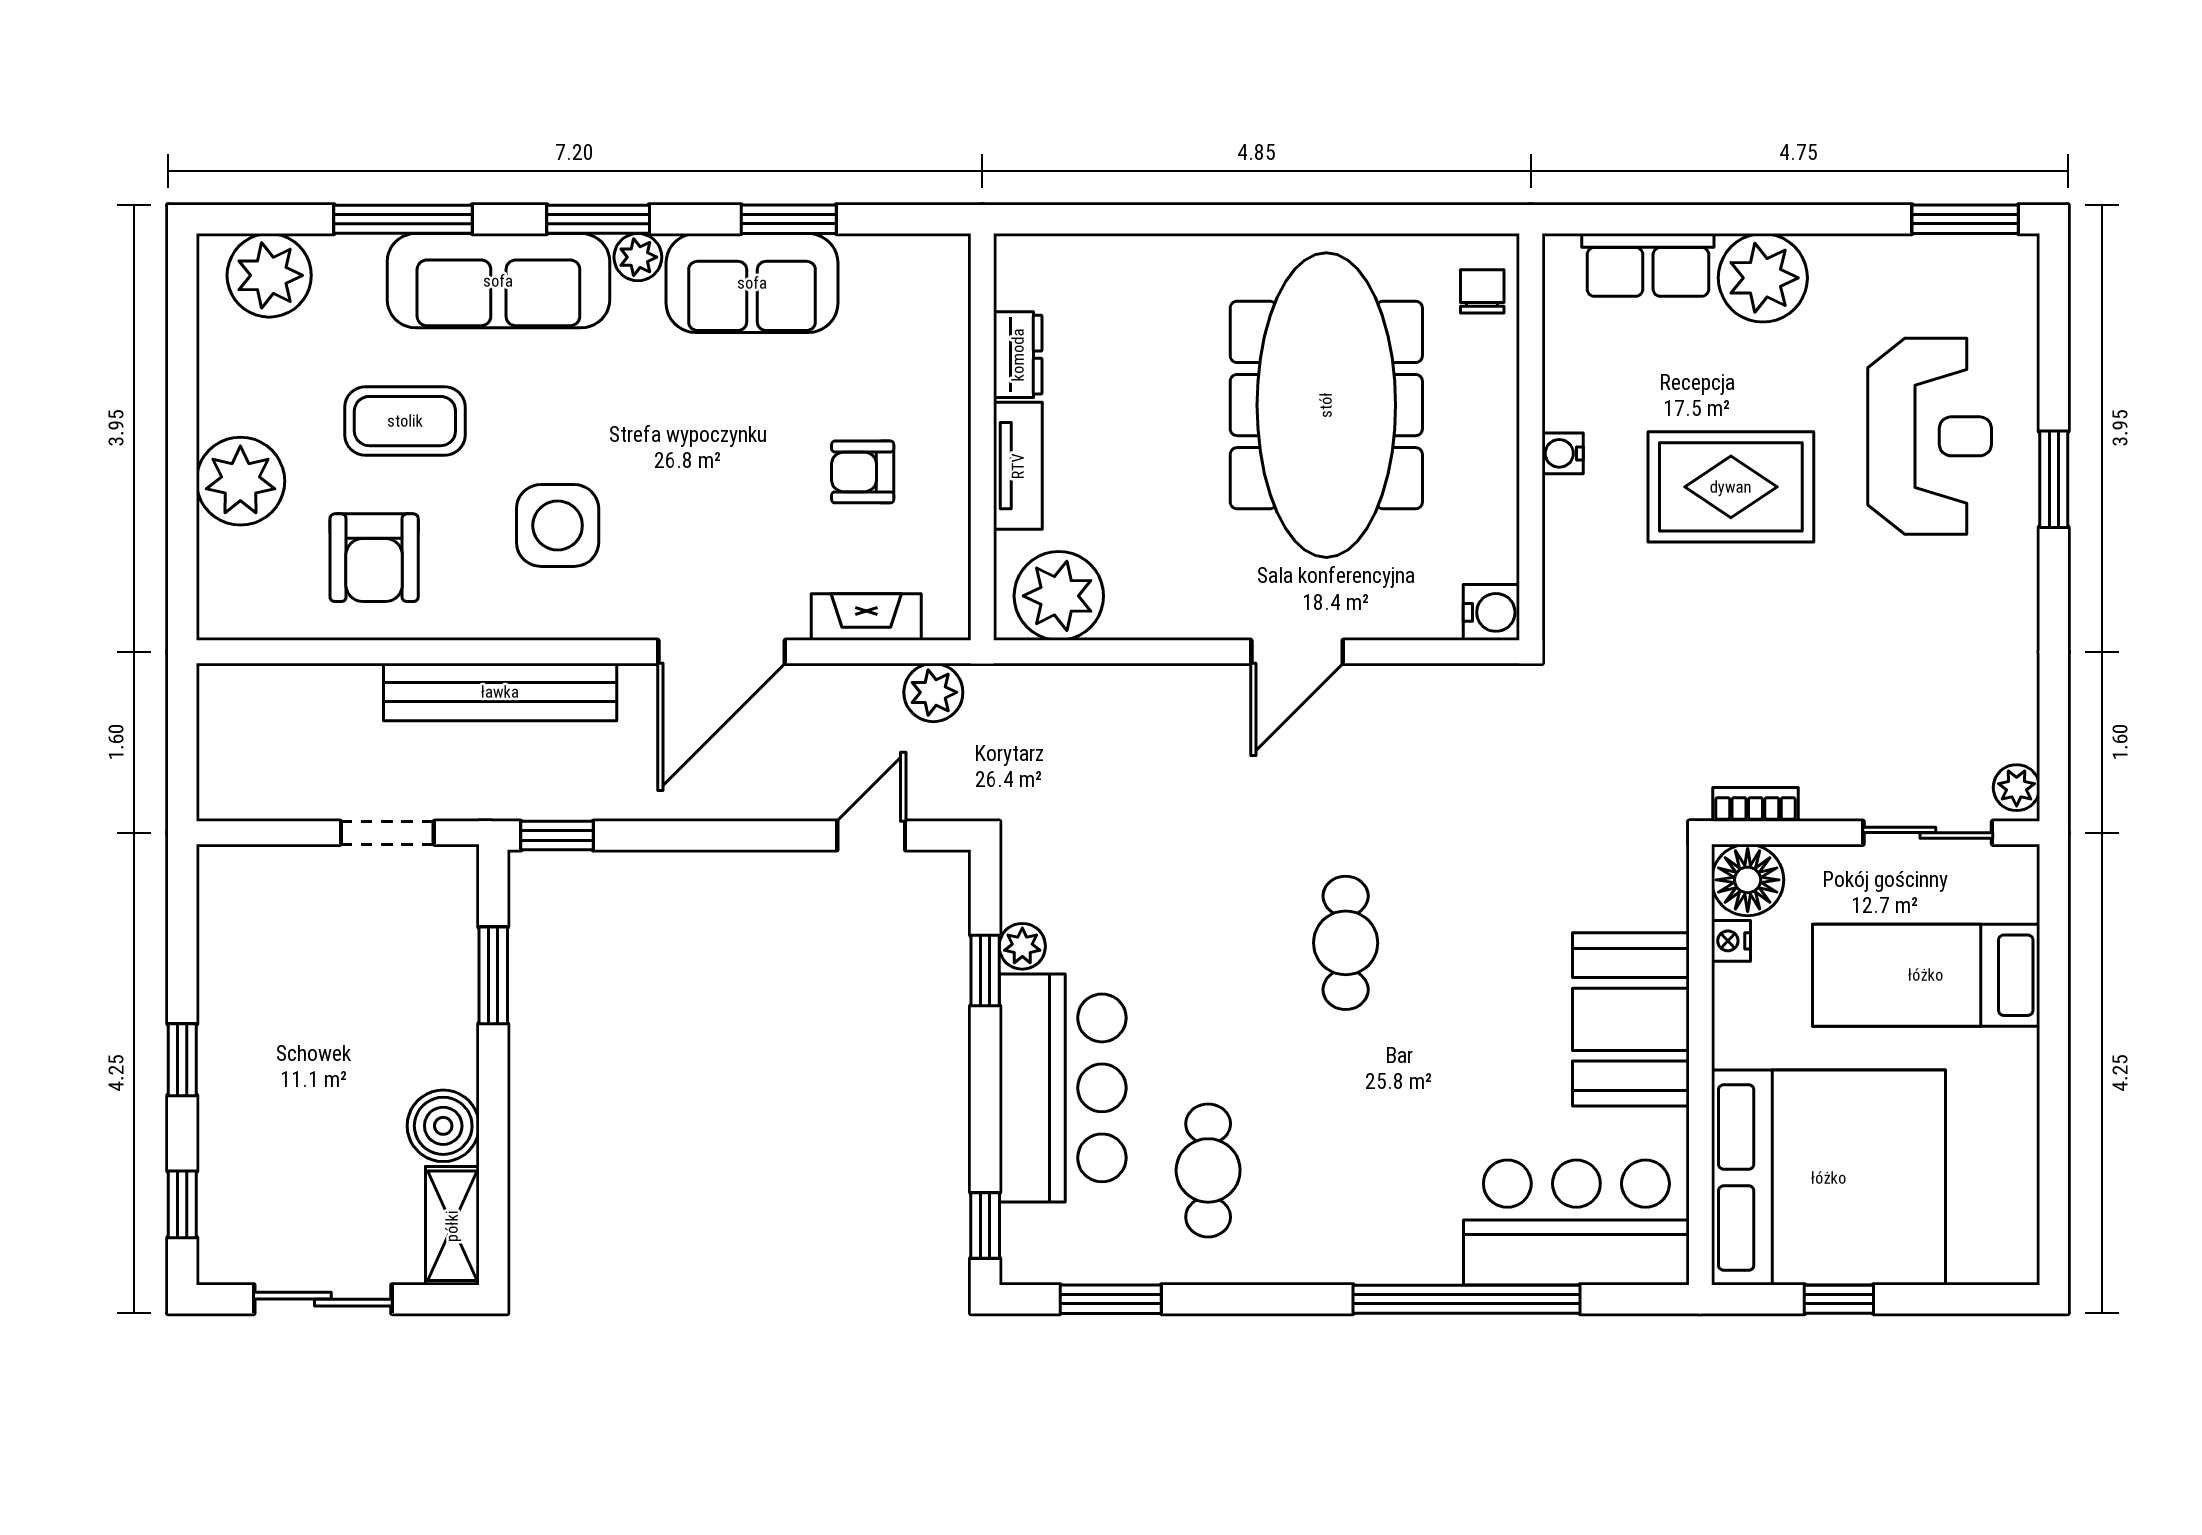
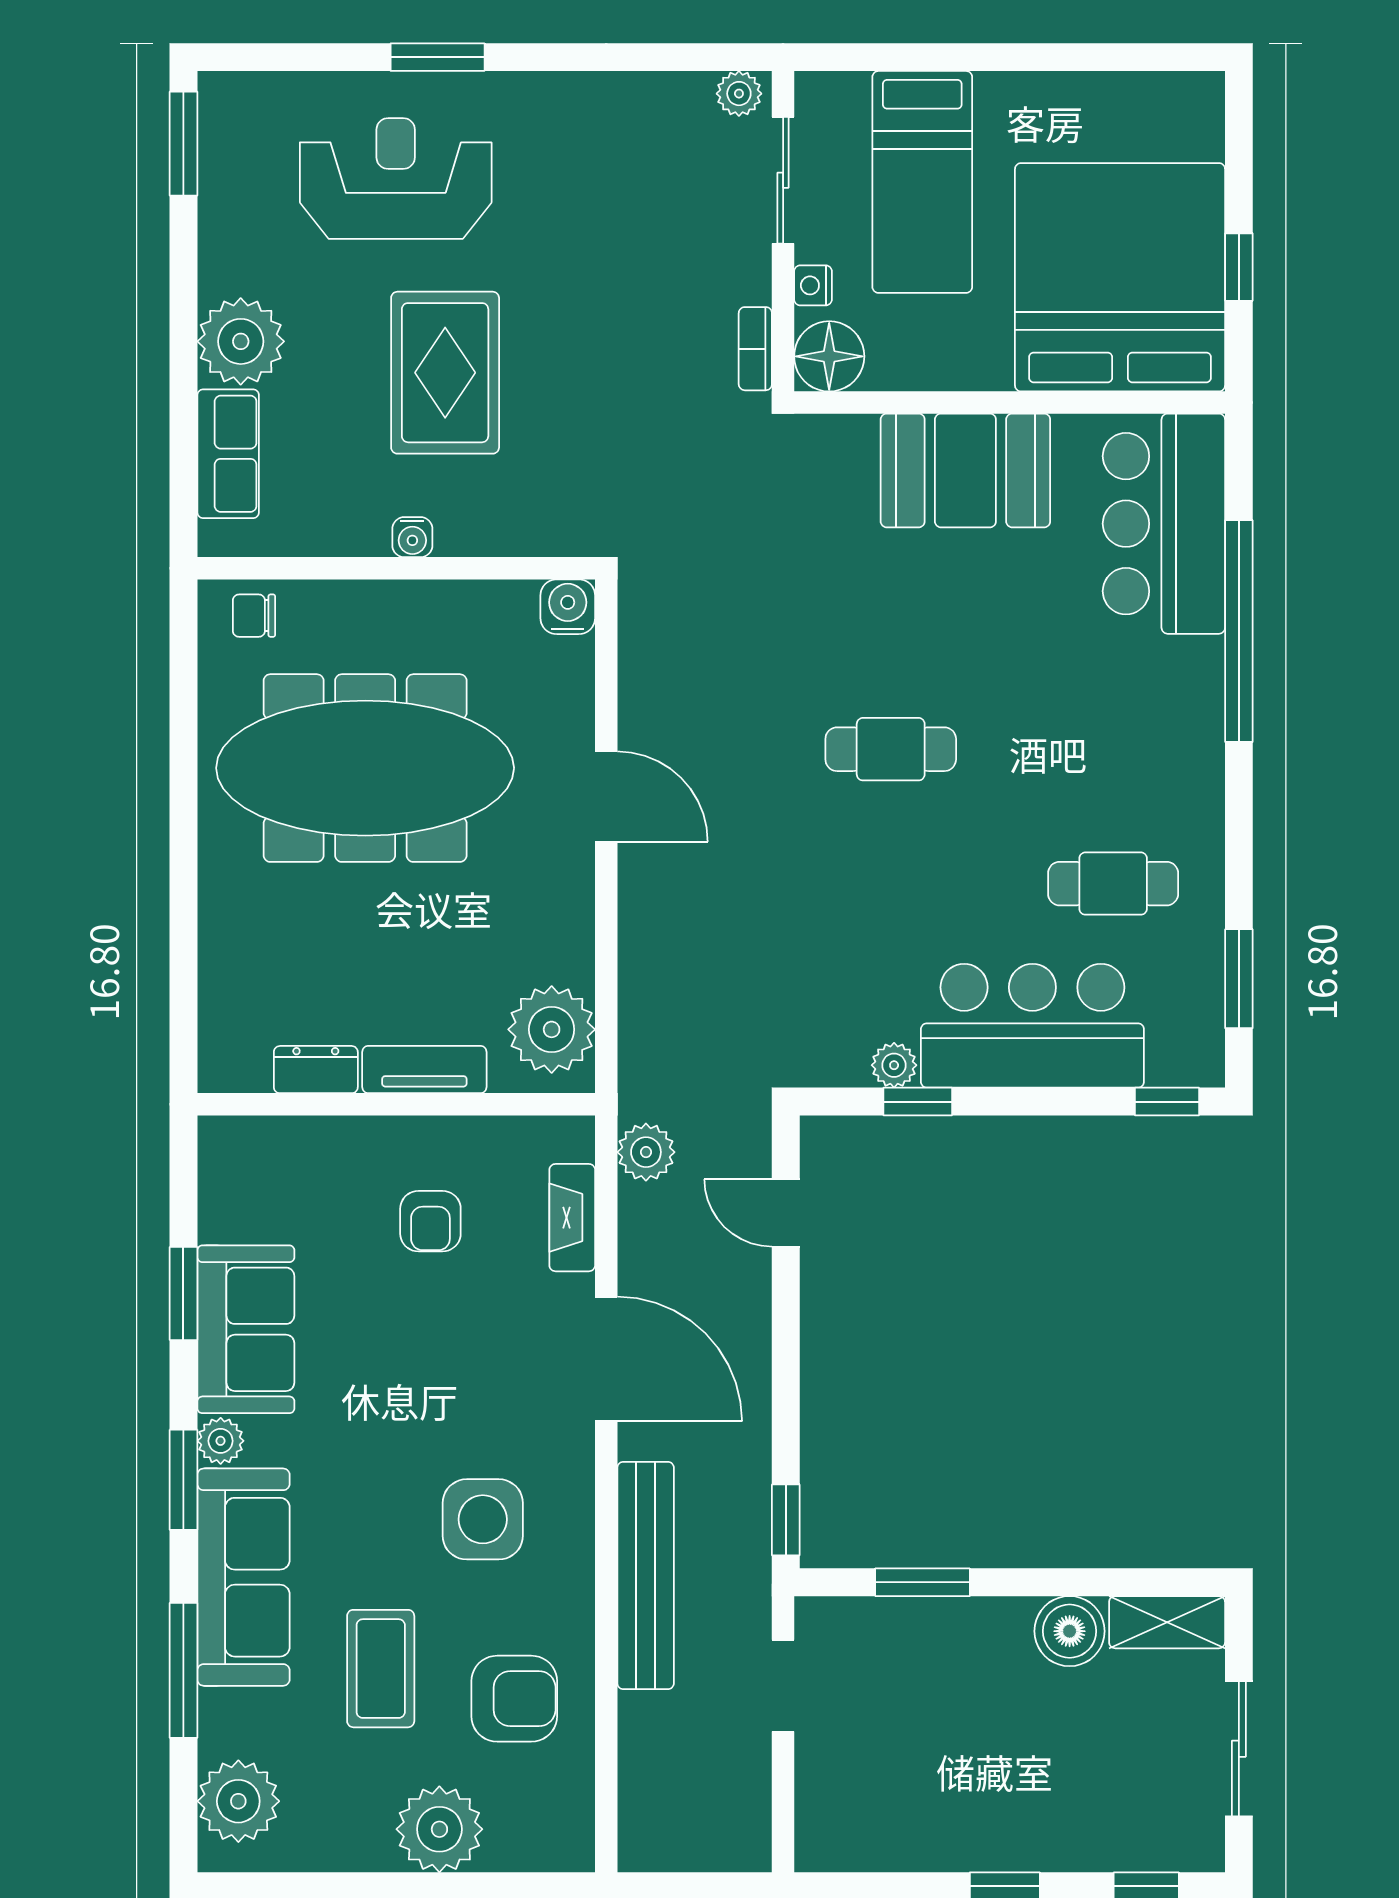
nightstand: (1731, 941) -> (813, 285), moved, turned 90

